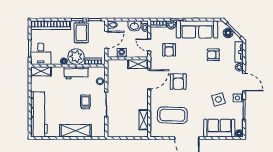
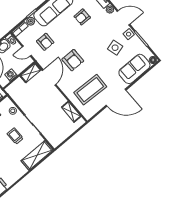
shelving: (76, 131) -> (37, 155), moved

